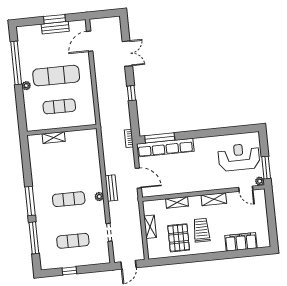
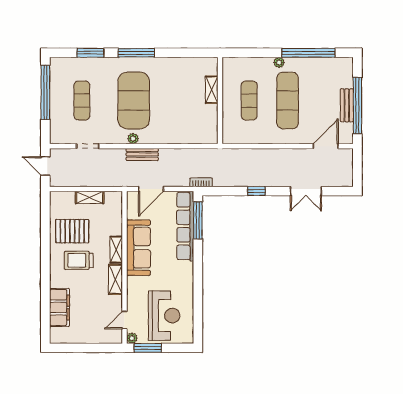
window: (54, 19) -> (357, 106), width x2.11
door: (90, 41) -> (326, 146), hinge flipped
sofa: (186, 183) -> (138, 248), added
exercise mat: (69, 199) -> (134, 101), width x2.00, depth x1.45
shelving: (177, 202) -> (116, 250), moved
trolley: (202, 230) -> (79, 260), turned 180
window: (34, 238) -> (90, 53), width x0.69
window: (69, 271) -> (45, 92), width x3.17

